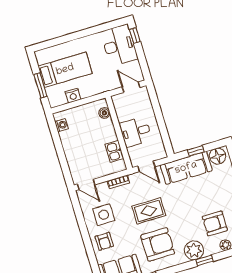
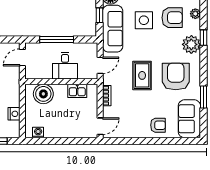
boiler: (104, 113) -> (43, 94), width x1.86, depth x1.86
window: (159, 116) -> (57, 40), added
side table: (104, 215) -> (144, 20), moved
armchair: (215, 223) -> (172, 18), turned -90

